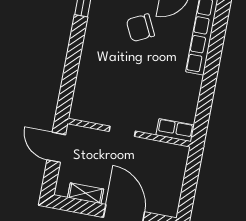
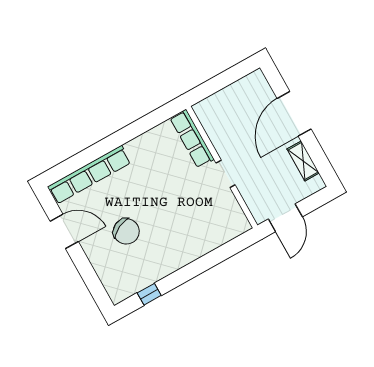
row of seats: (175, 130) -> (192, 139), width x1.48

